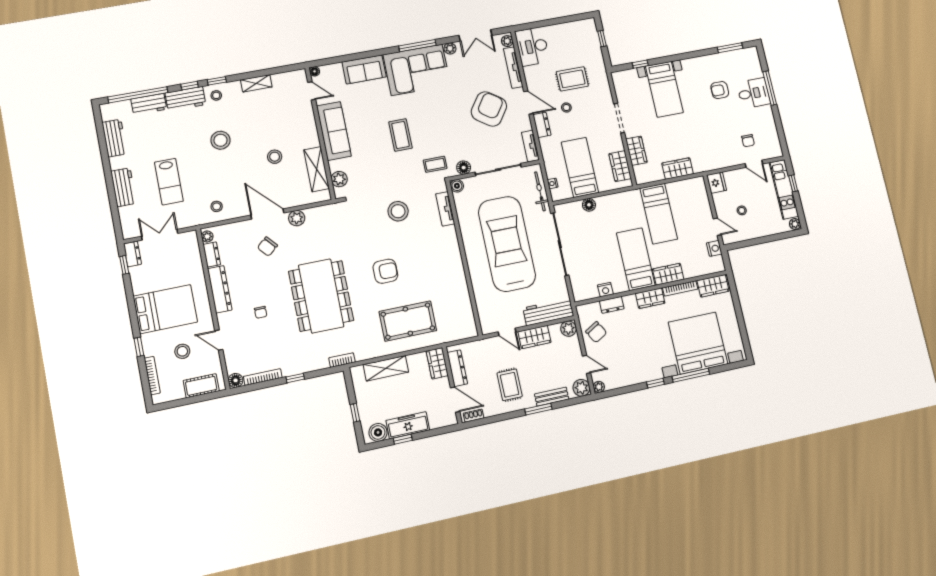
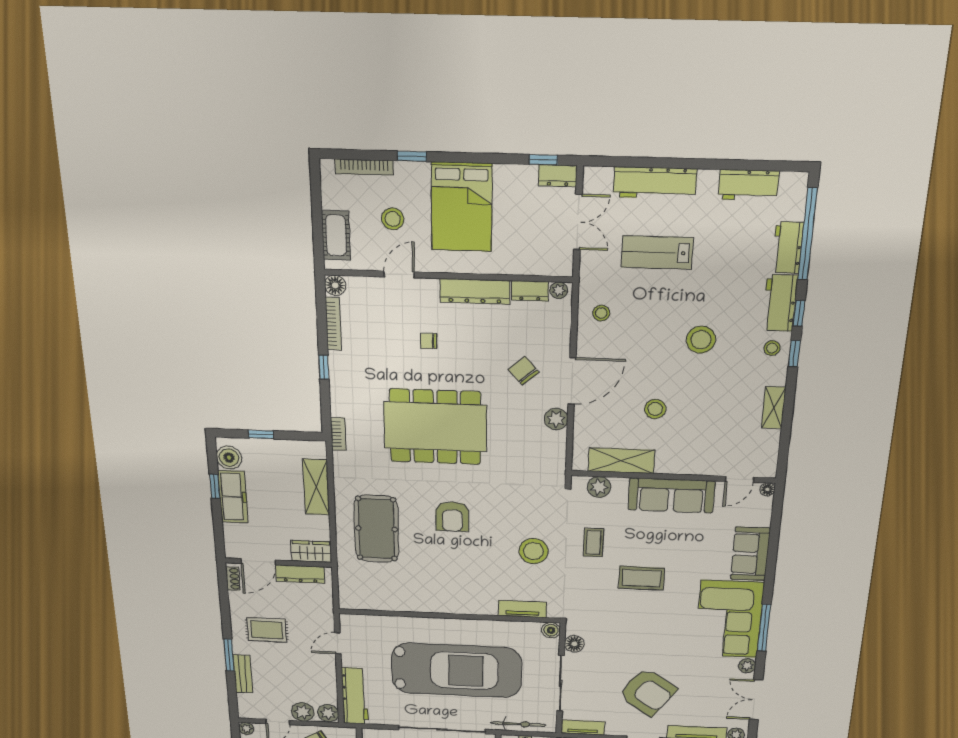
coffee table: (435, 164) -> (593, 543), moved
workbench: (124, 187) -> (655, 183), width x1.38
wardrobe: (534, 337) -> (325, 673), removed
plant: (581, 388) -> (303, 712), moved

